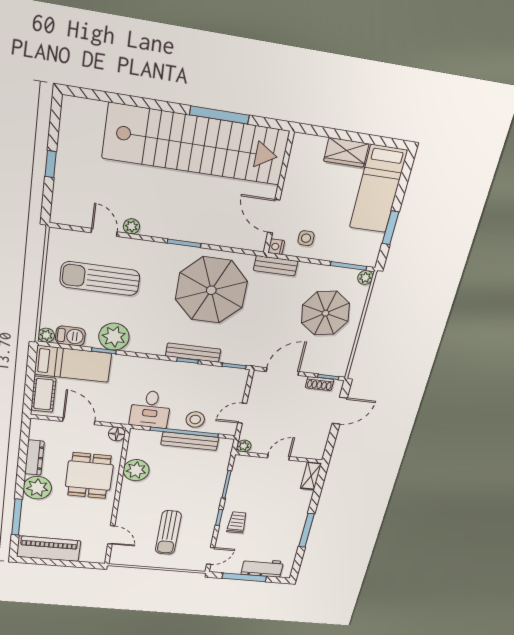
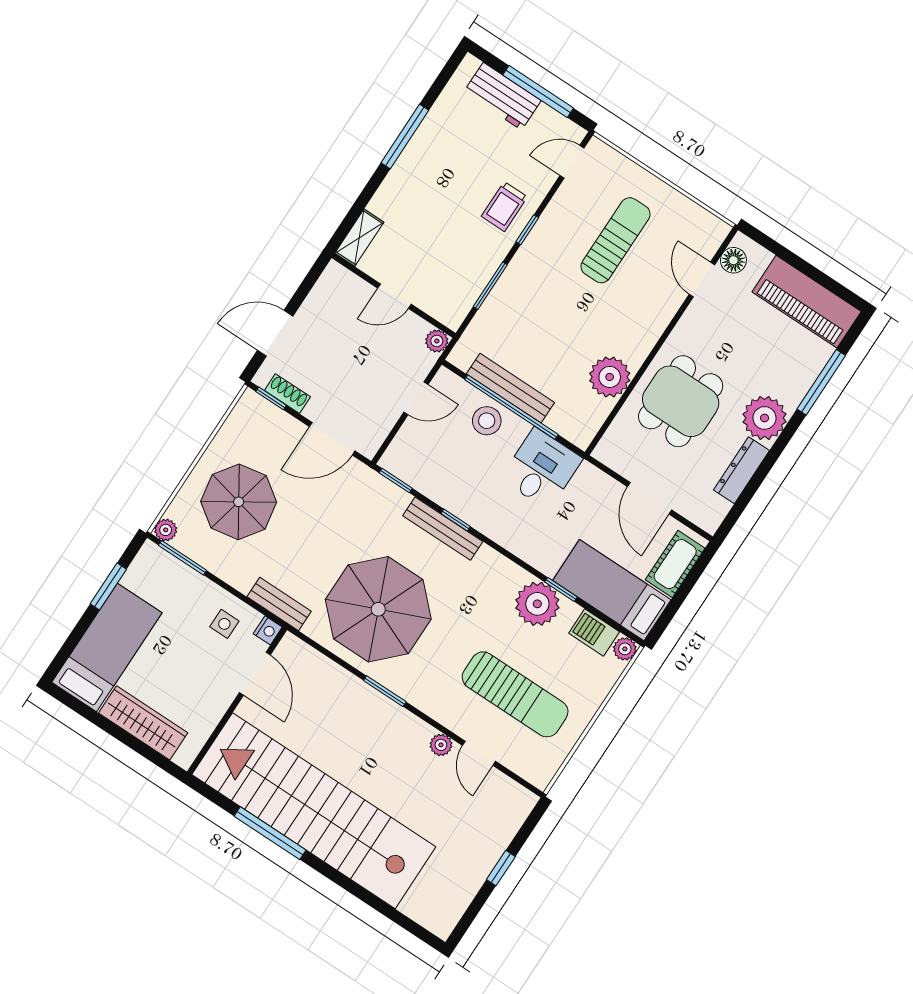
wardrobe: (346, 152) -> (143, 723), width x1.50
floor lamp: (117, 434) -> (733, 260), moved

